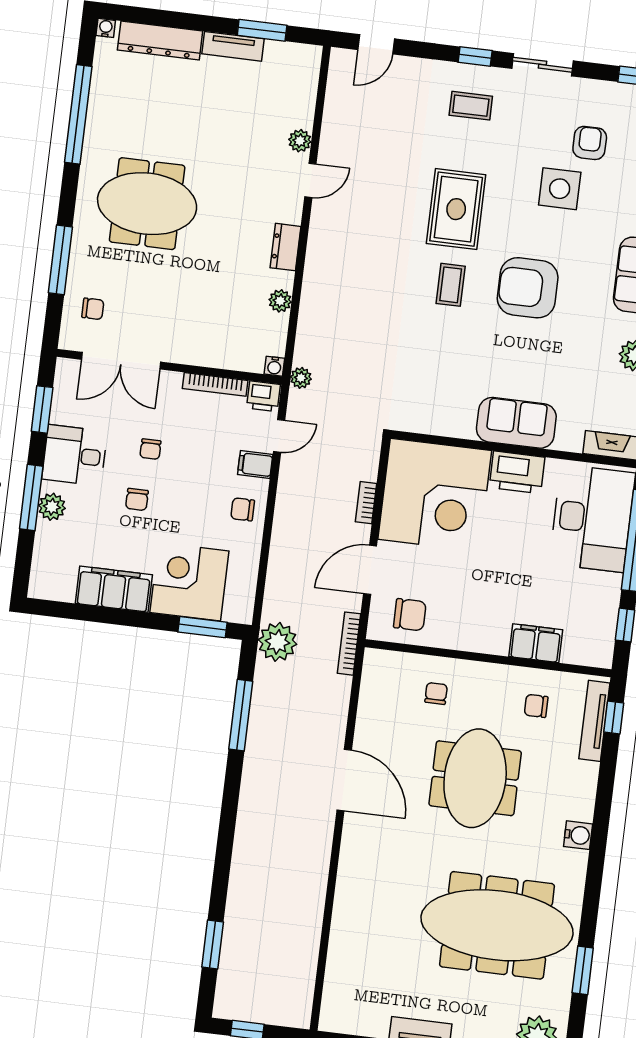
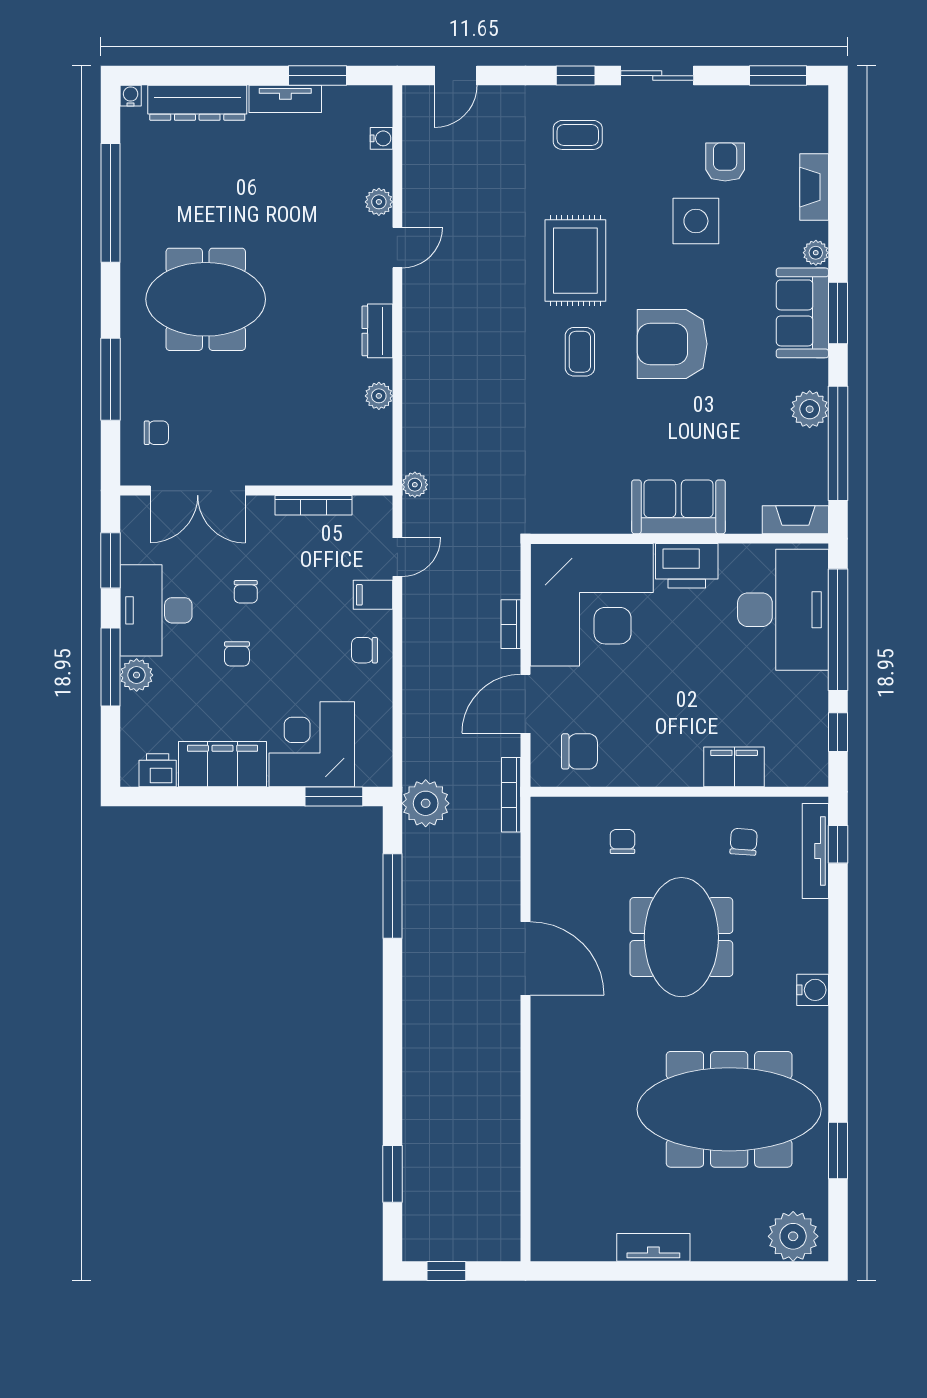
water cooler: (274, 366) -> (381, 138), moved, turned -90
printer: (263, 396) -> (158, 770), moved, turned 180
desk: (75, 455) -> (156, 610), width x1.37
chair: (536, 706) -> (744, 842), turned 94

